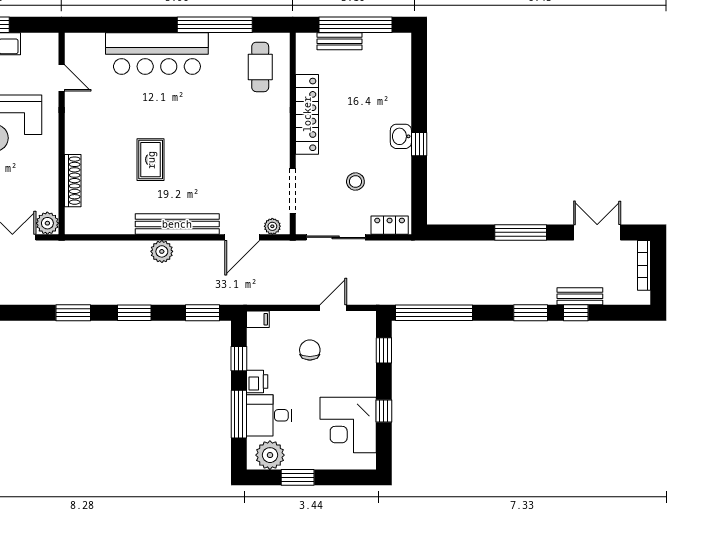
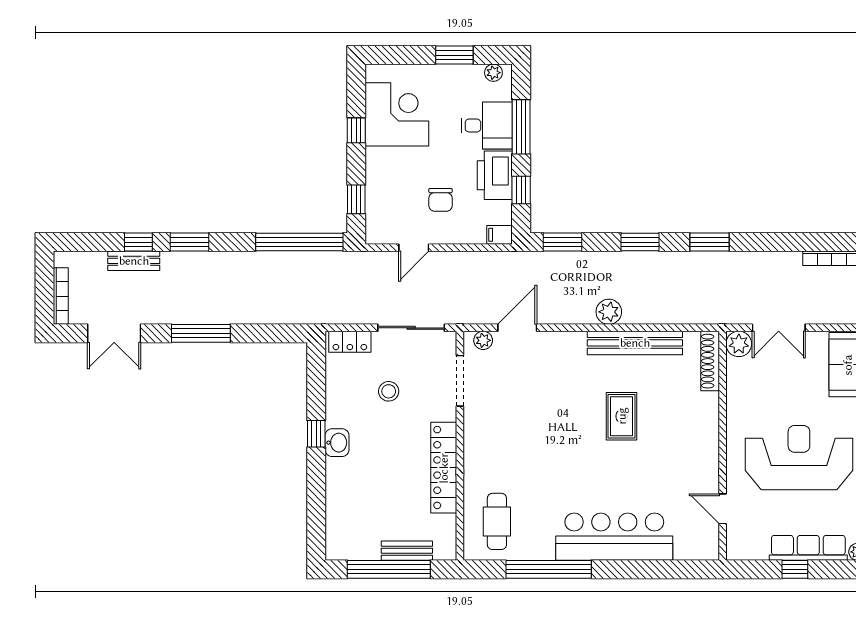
shoe rack: (73, 181) -> (710, 361), moved
bench: (177, 224) -> (635, 343), moved
printer: (257, 382) -> (495, 175), width x1.87, depth x1.48
plant: (270, 455) -> (493, 73), width x0.53, depth x0.53

